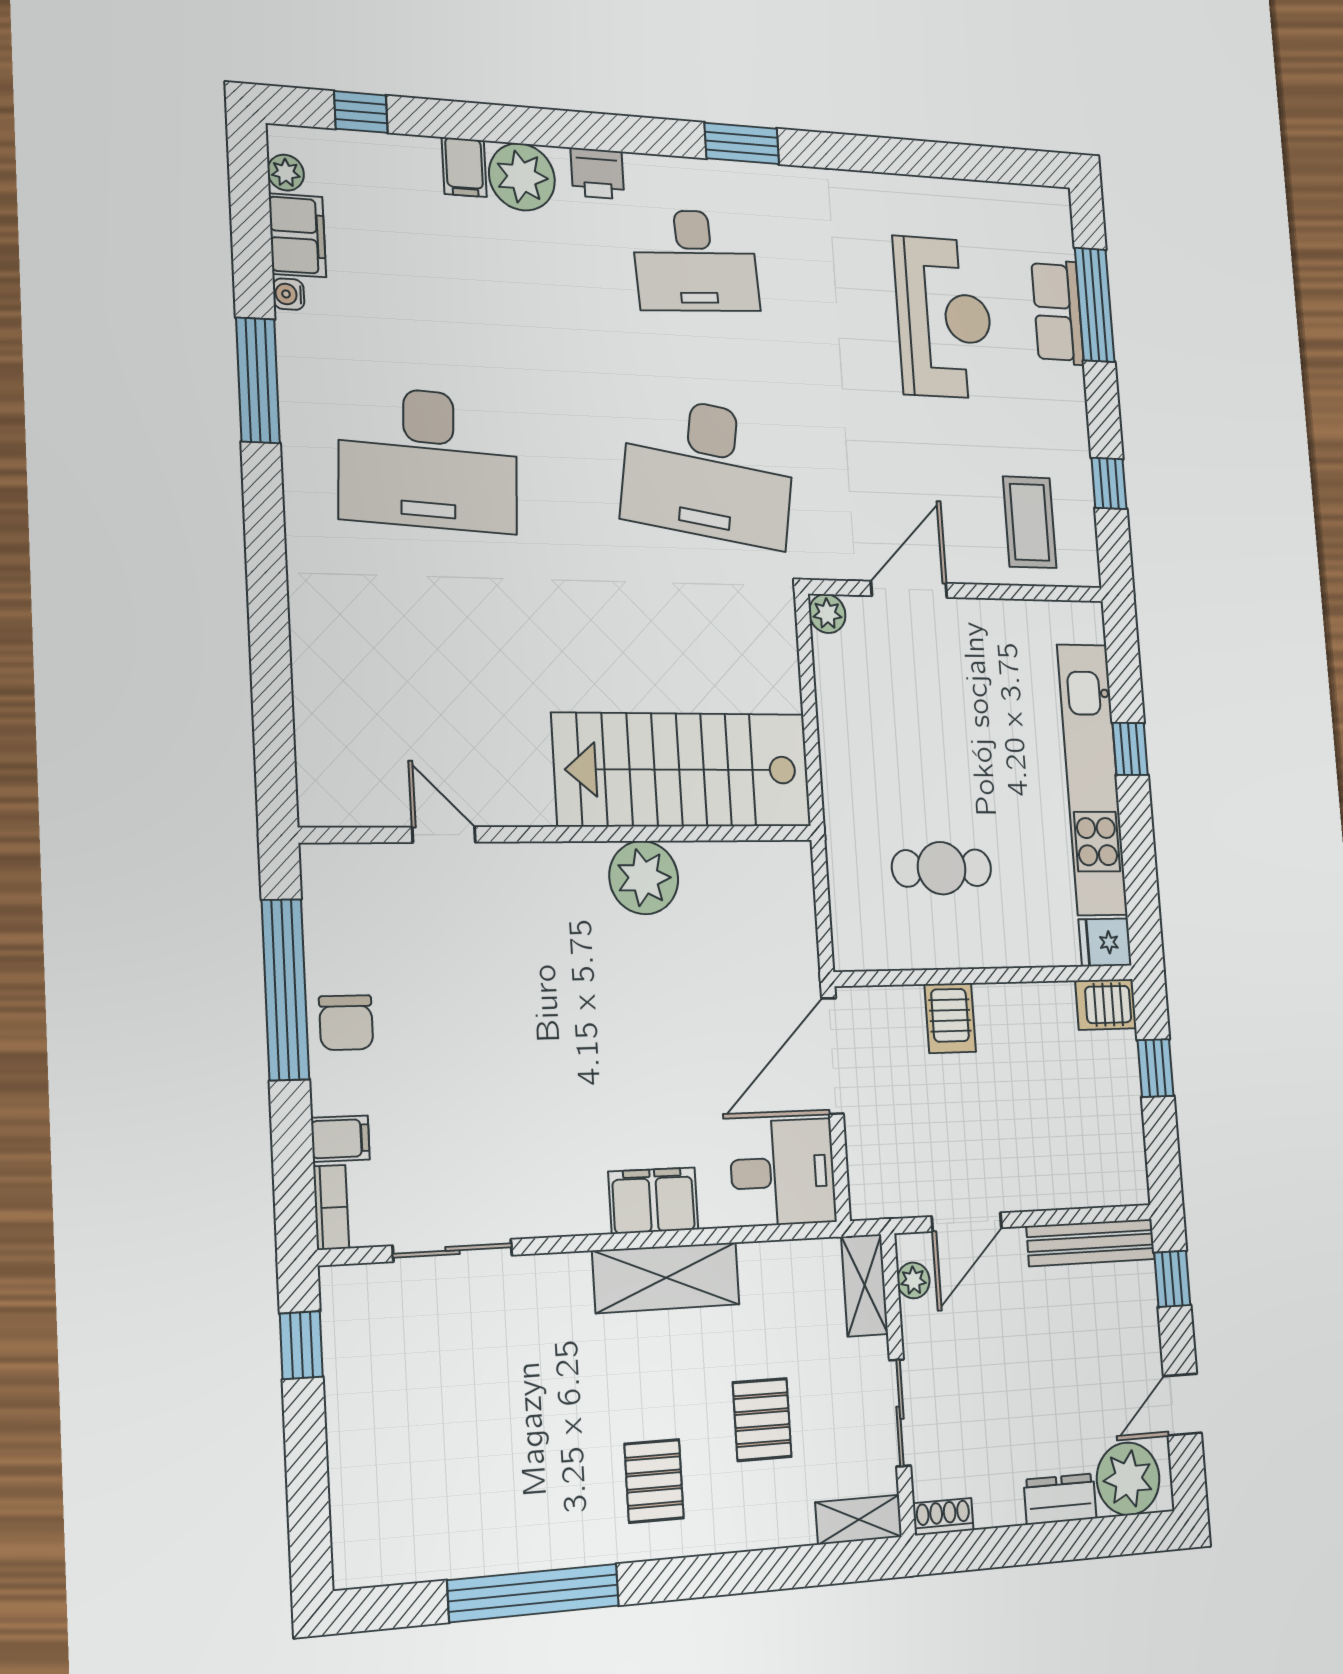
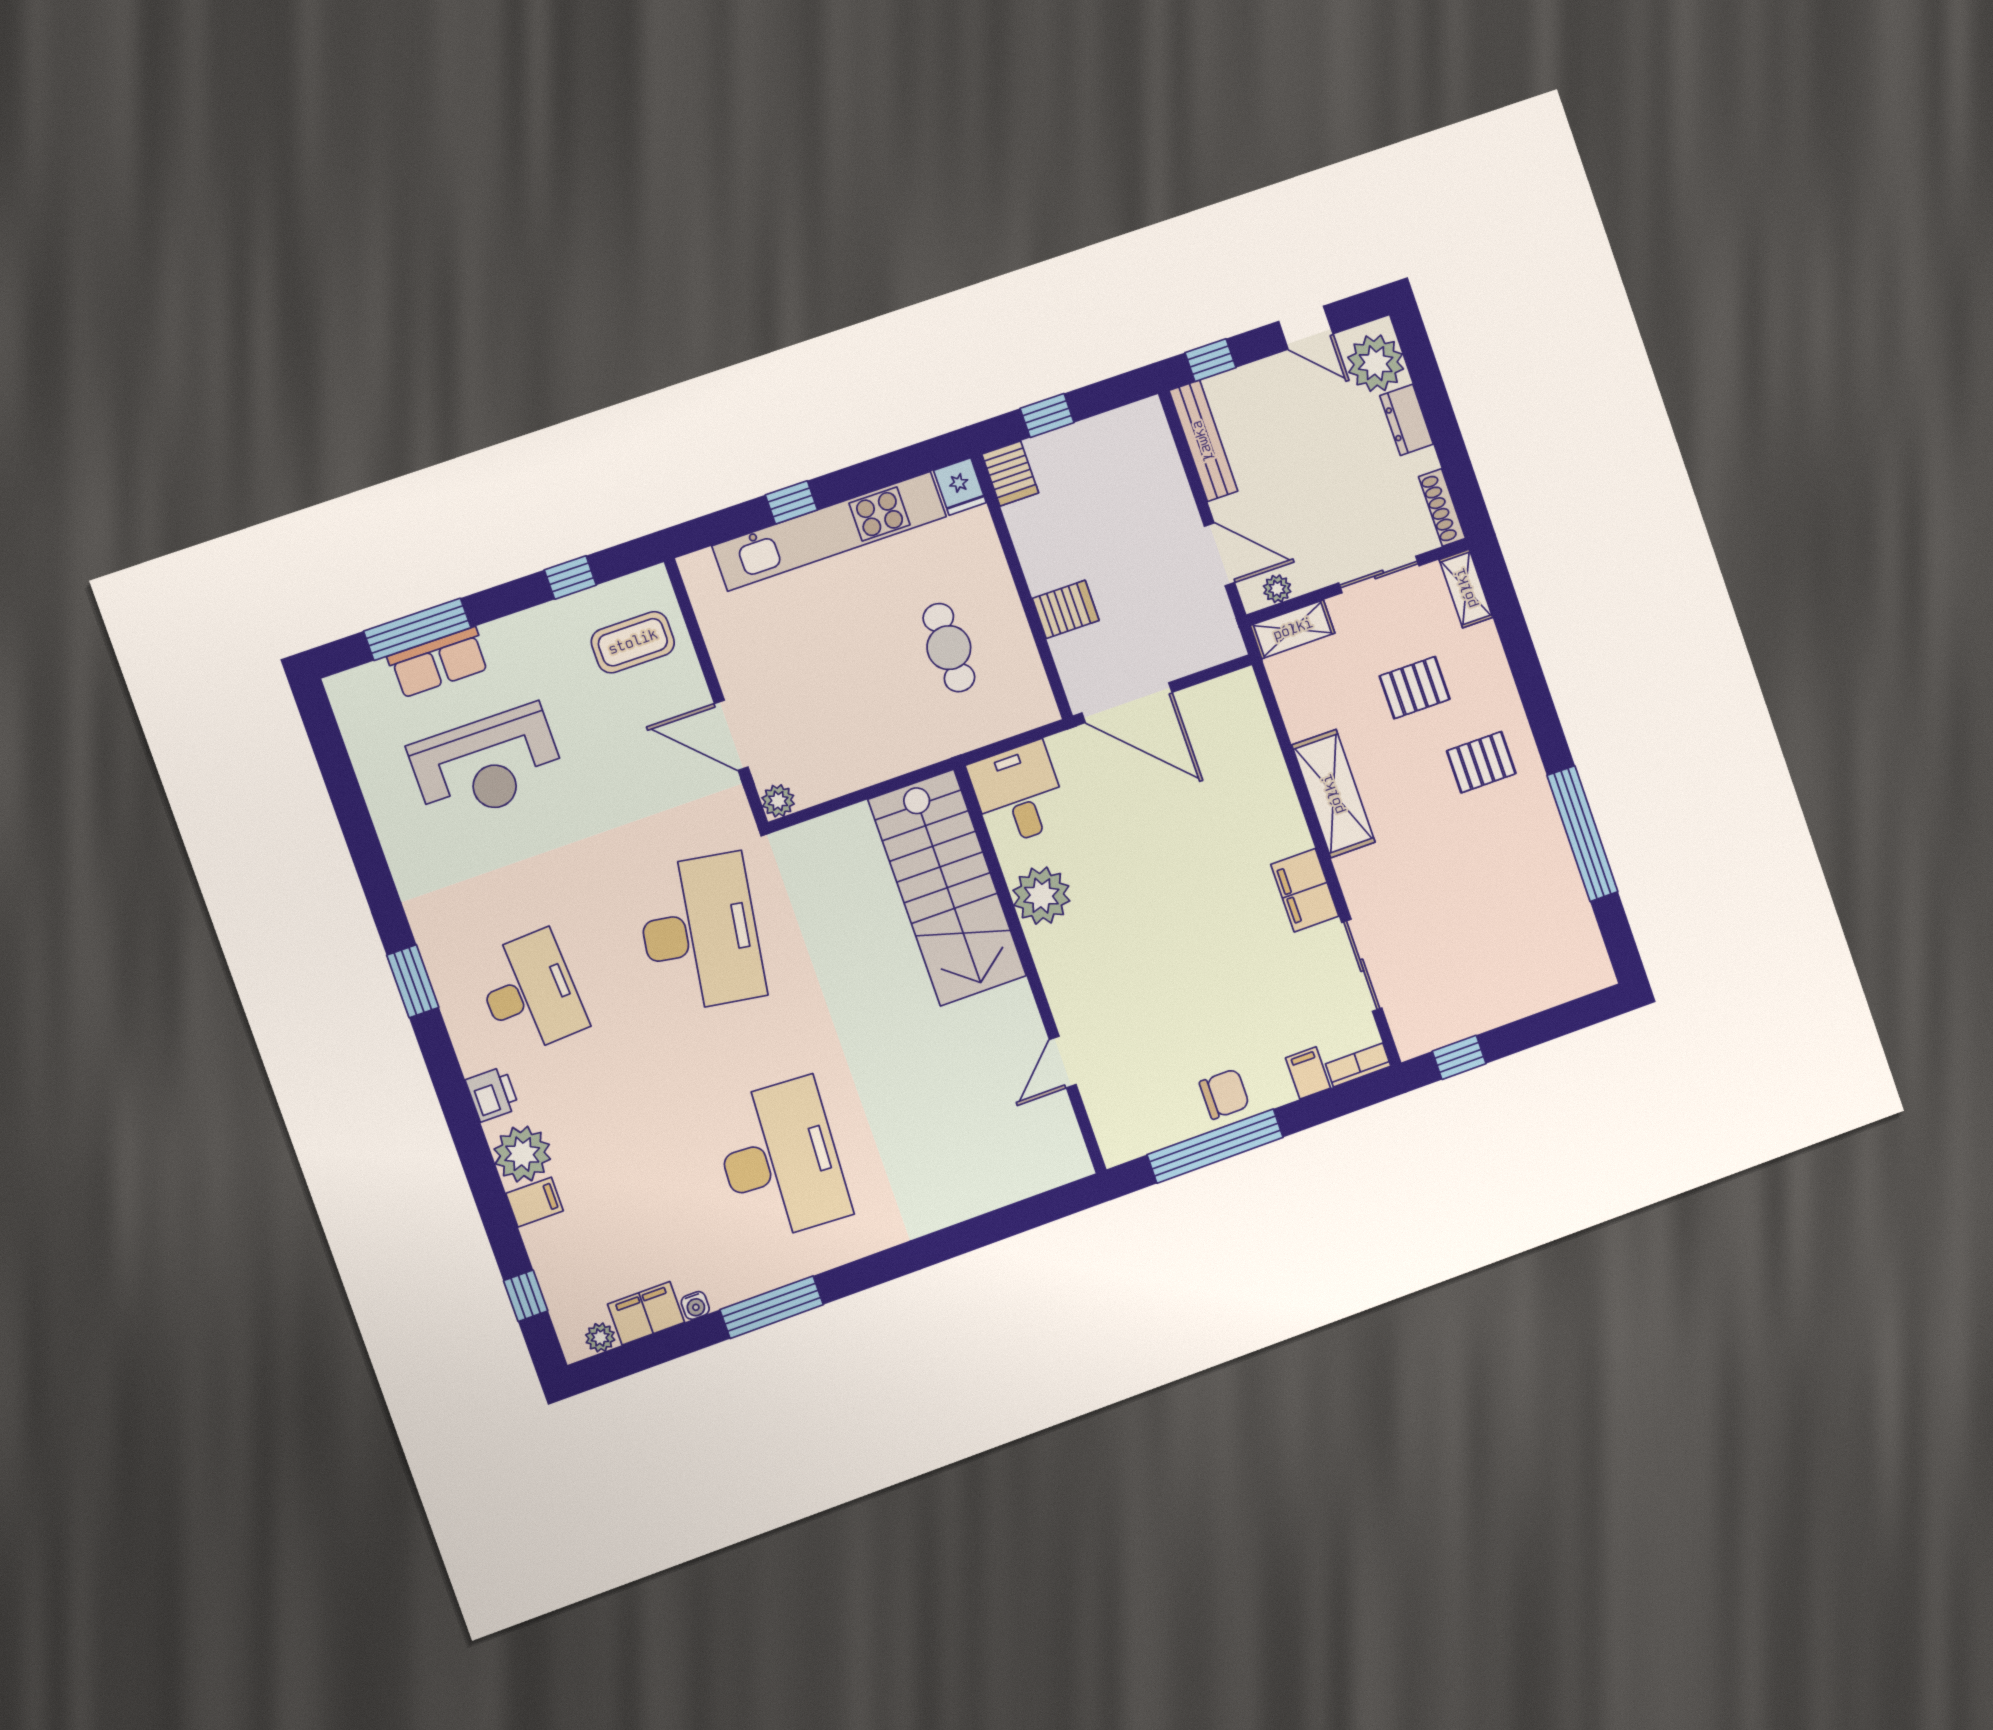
reception desk: (944, 317) -> (487, 765), turned 180
desk: (783, 1172) -> (1018, 794), moved
filing cabinet: (653, 1201) -> (1305, 890), moved
shoe rack: (943, 1517) -> (1442, 507), width x1.43

